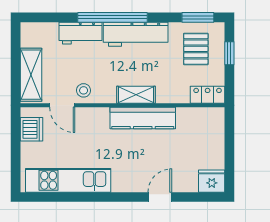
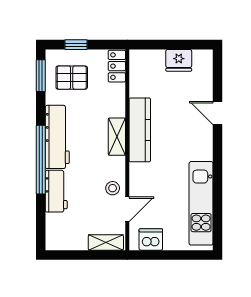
shelving: (31, 75) -> (106, 242), width x0.67, depth x0.75
fridge: (212, 181) -> (179, 60), moved, turned -90

